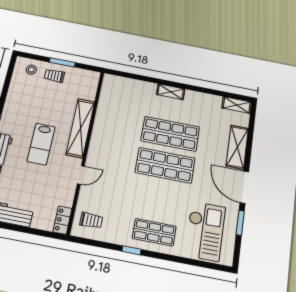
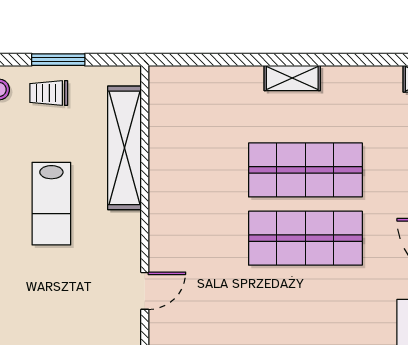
shelving: (80, 128) -> (124, 148), moved
lab bench: (41, 144) -> (51, 204), moved

